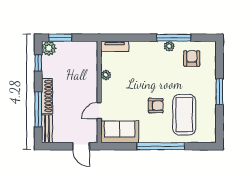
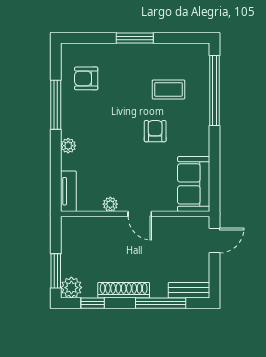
plant: (169, 46) -> (68, 146), moved
shoe rack: (47, 96) -> (124, 290), moved
door: (99, 111) -> (140, 214), moved
coffee table: (184, 115) -> (168, 89), width x0.54, depth x0.58
window: (161, 146) -> (214, 91), moved

